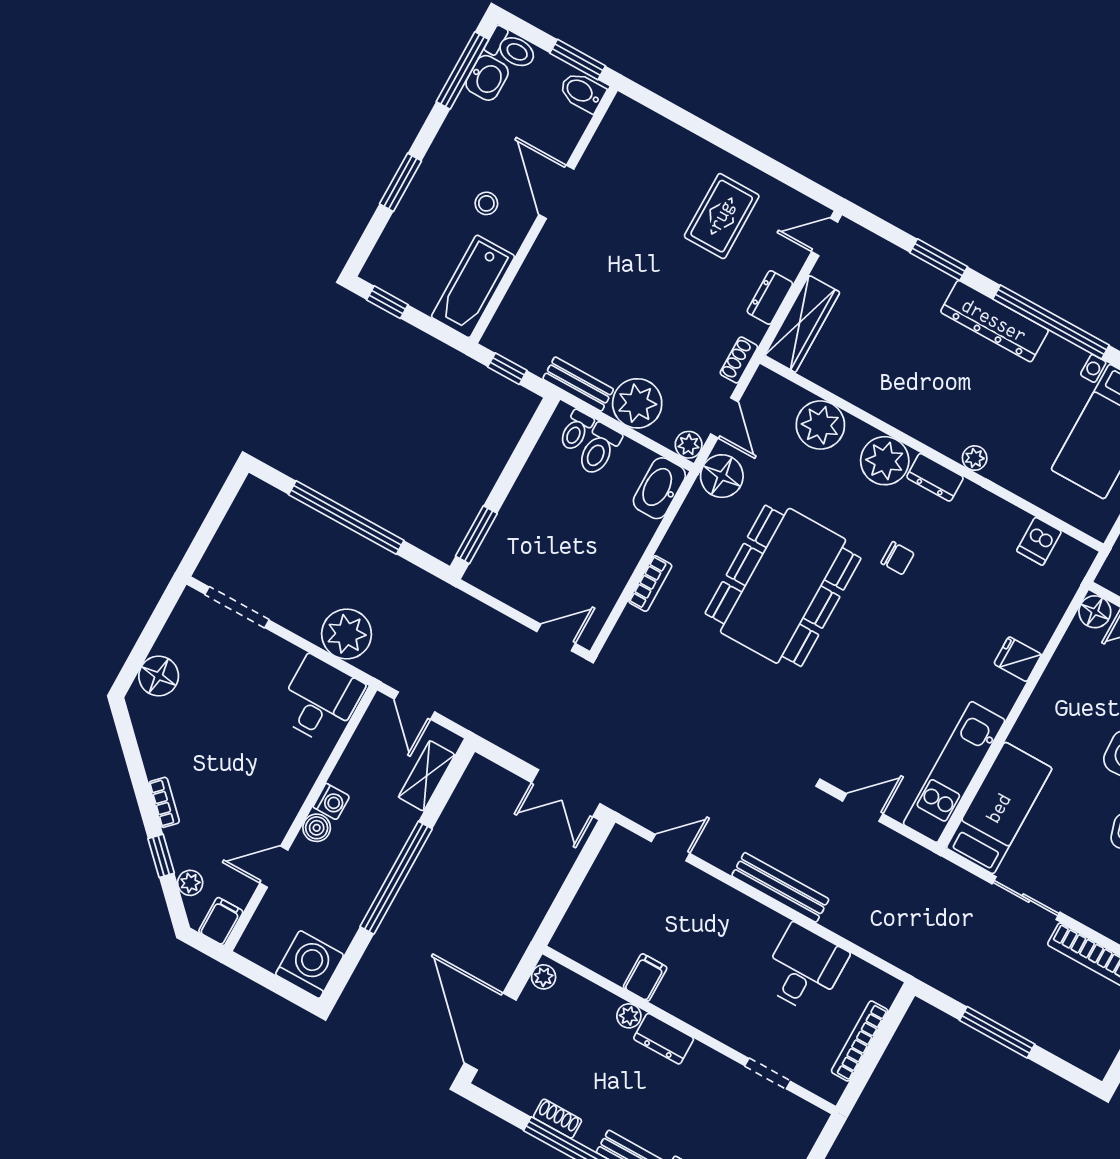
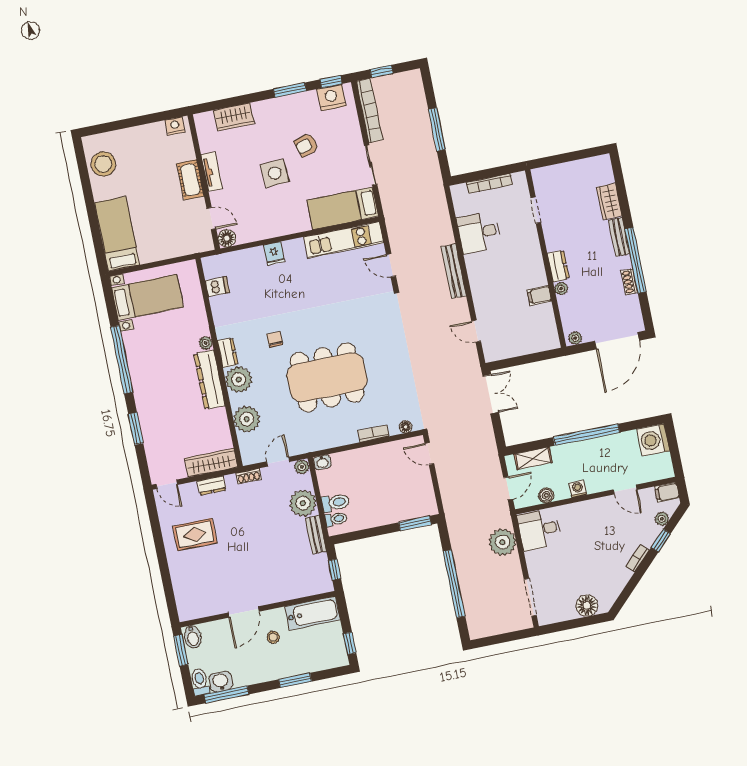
dresser: (994, 321) -> (209, 380), moved, turned 180
floor lamp: (722, 476) -> (406, 427), moved, width x0.53, depth x0.53
washbasin: (659, 488) -> (322, 462), width x0.52, depth x0.69
boiler: (317, 828) -> (546, 495), moved

